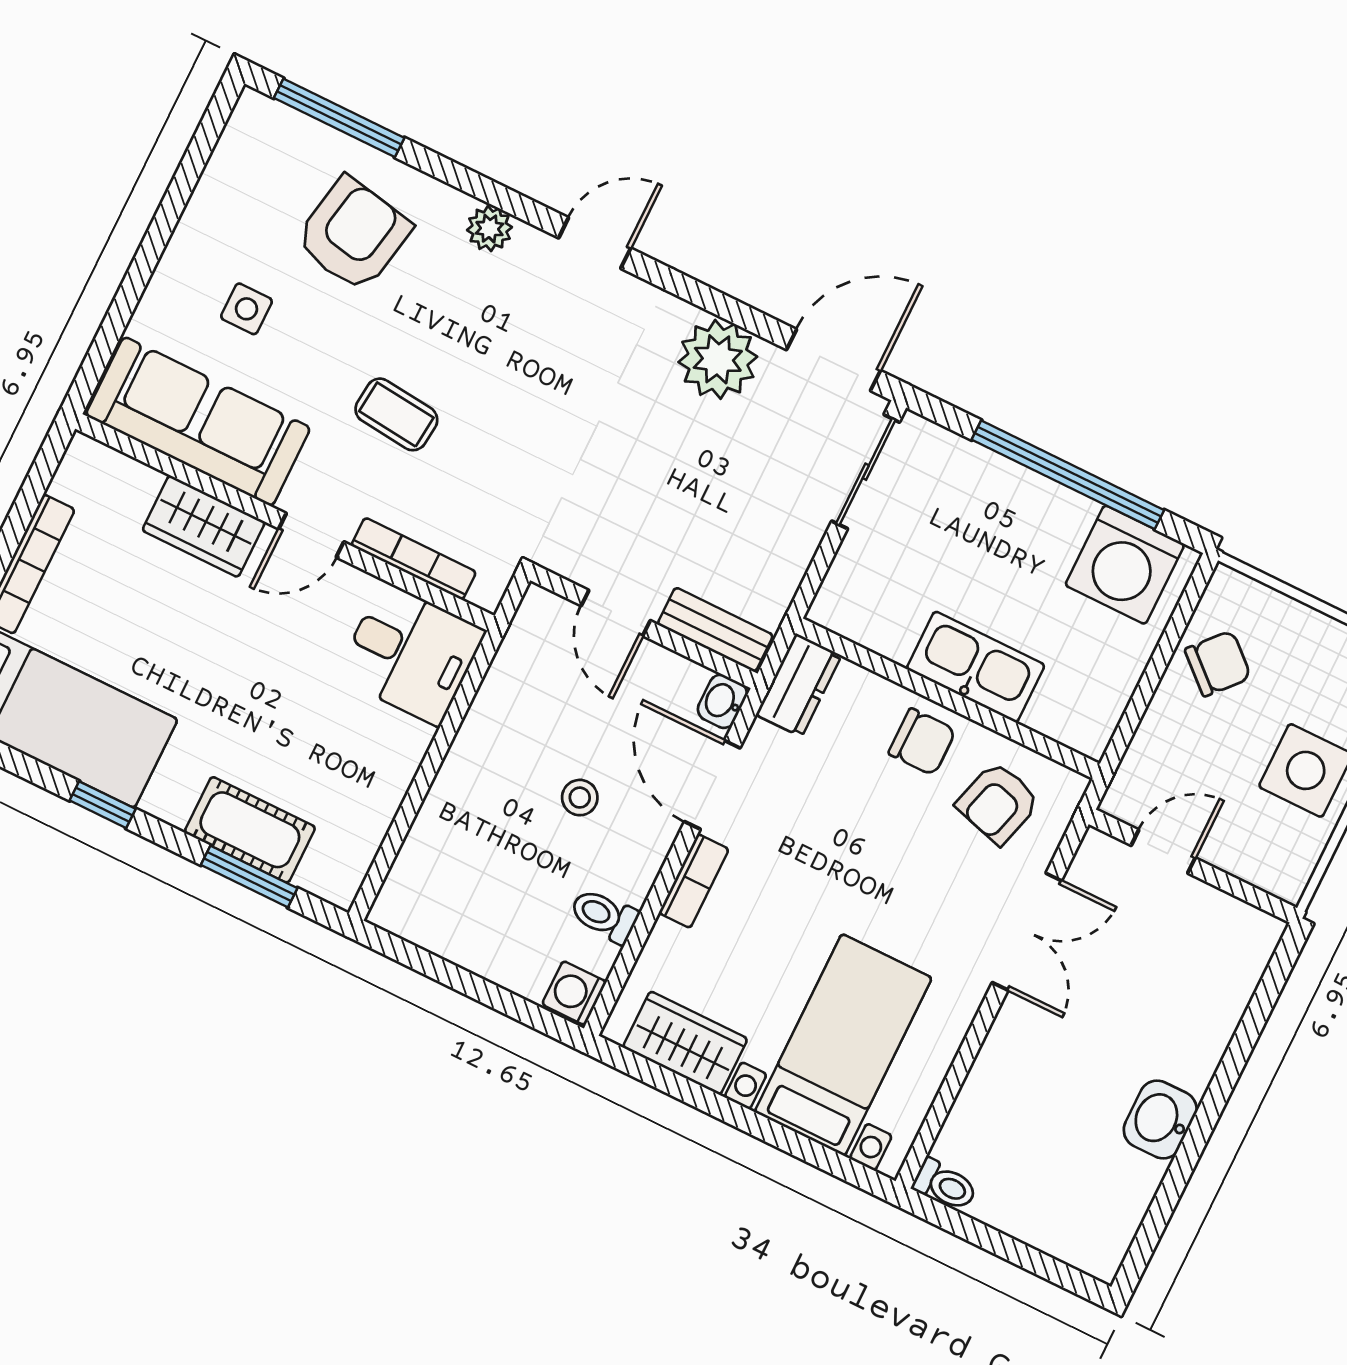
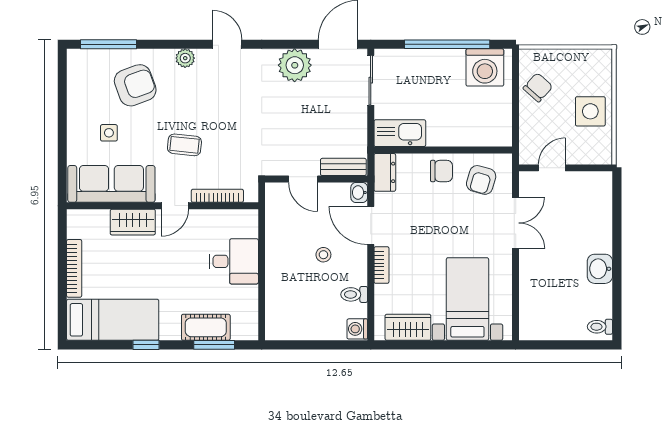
armchair: (353, 234) -> (135, 85), turned 59
door: (595, 243) -> (227, 44), hinge flipped
desk: (411, 654) -> (234, 261), moved
kitchen sink: (976, 667) -> (400, 133), moved
toilet: (945, 1185) -> (600, 327), moved, turned 180

